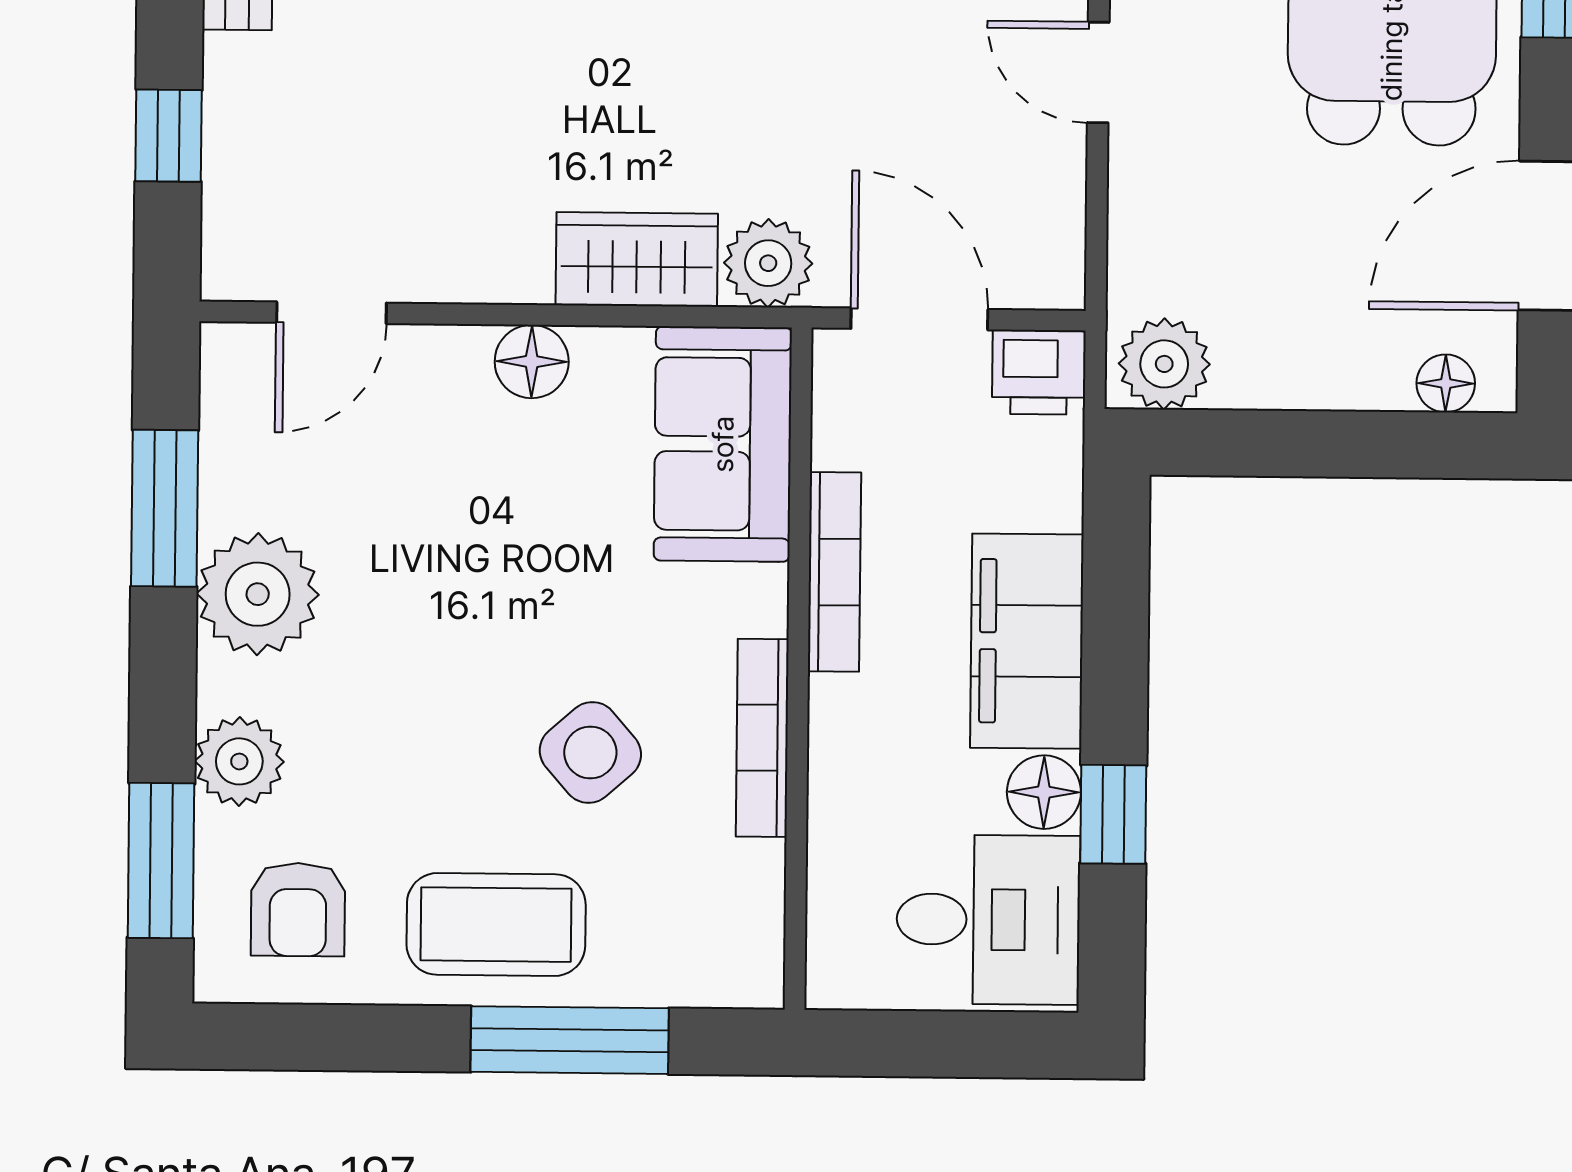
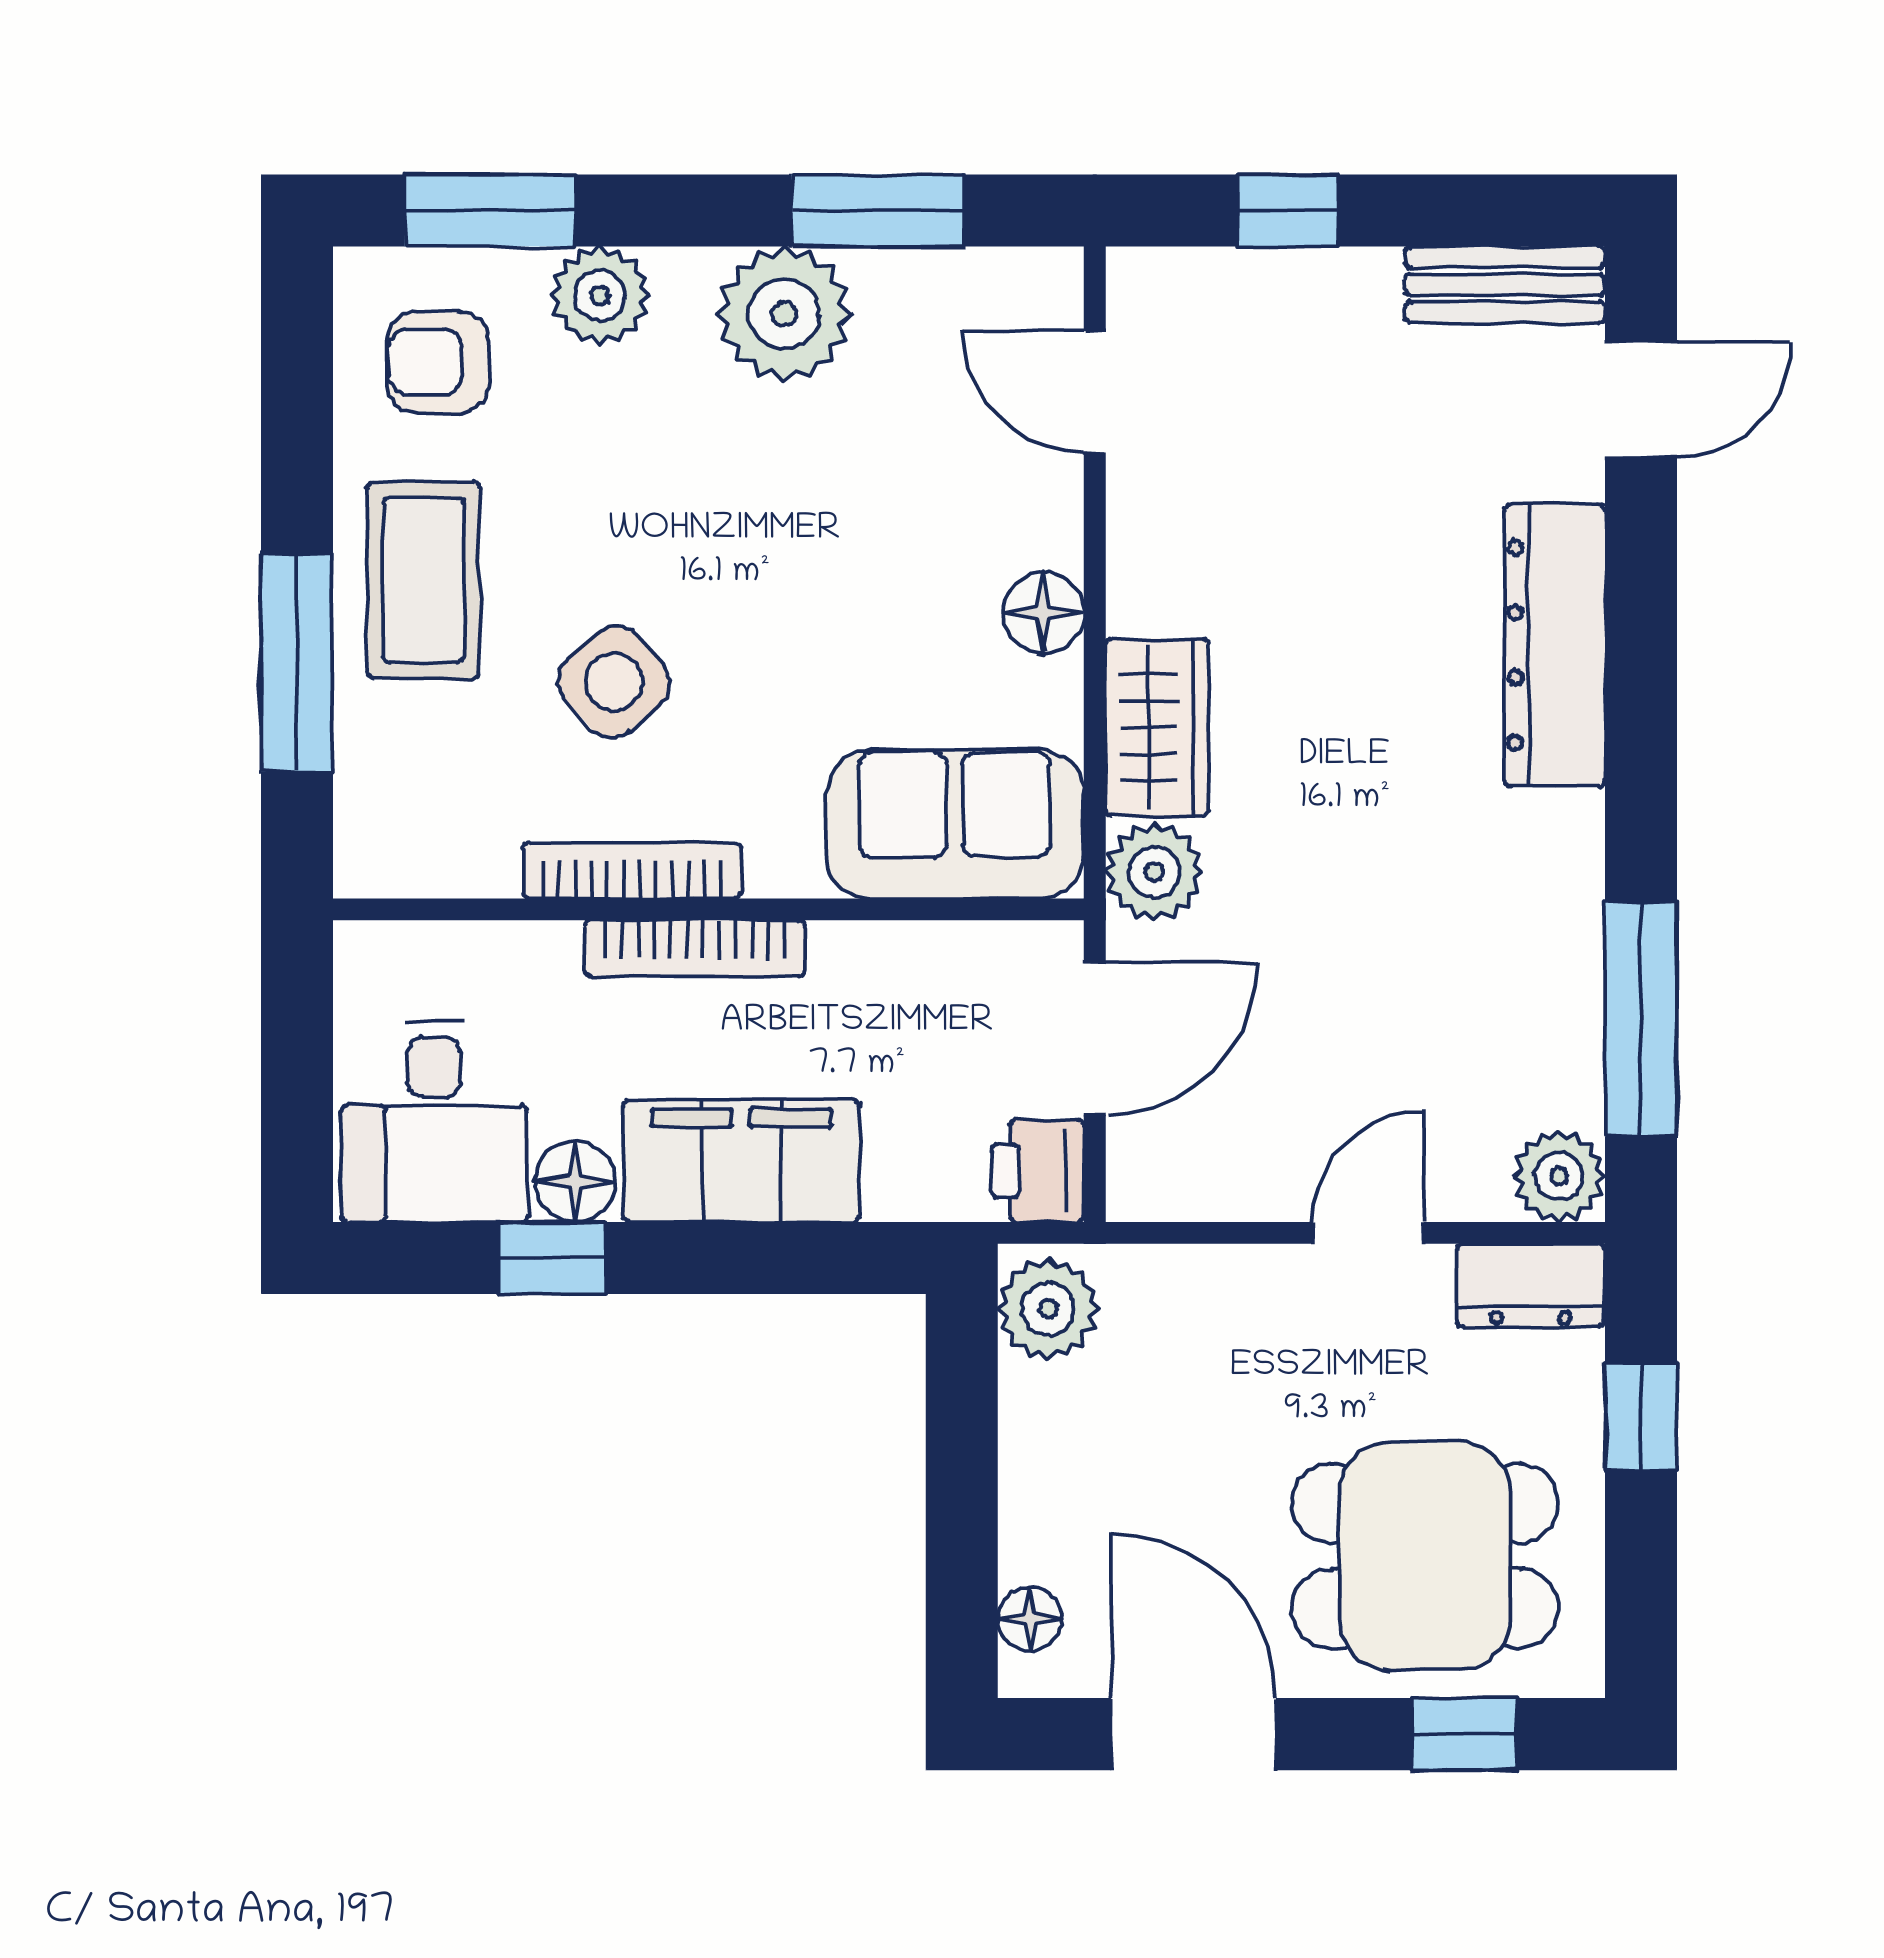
bookcase: (834, 572) -> (695, 948), moved

